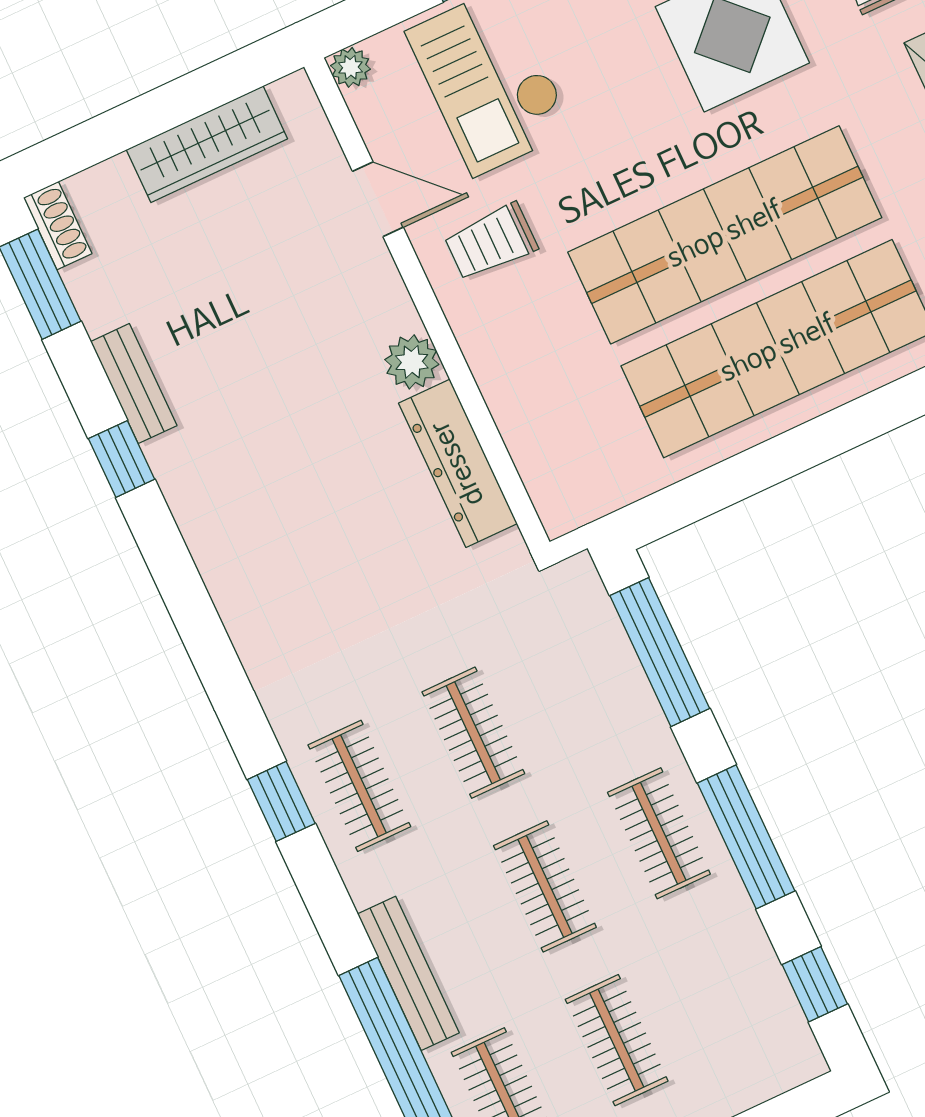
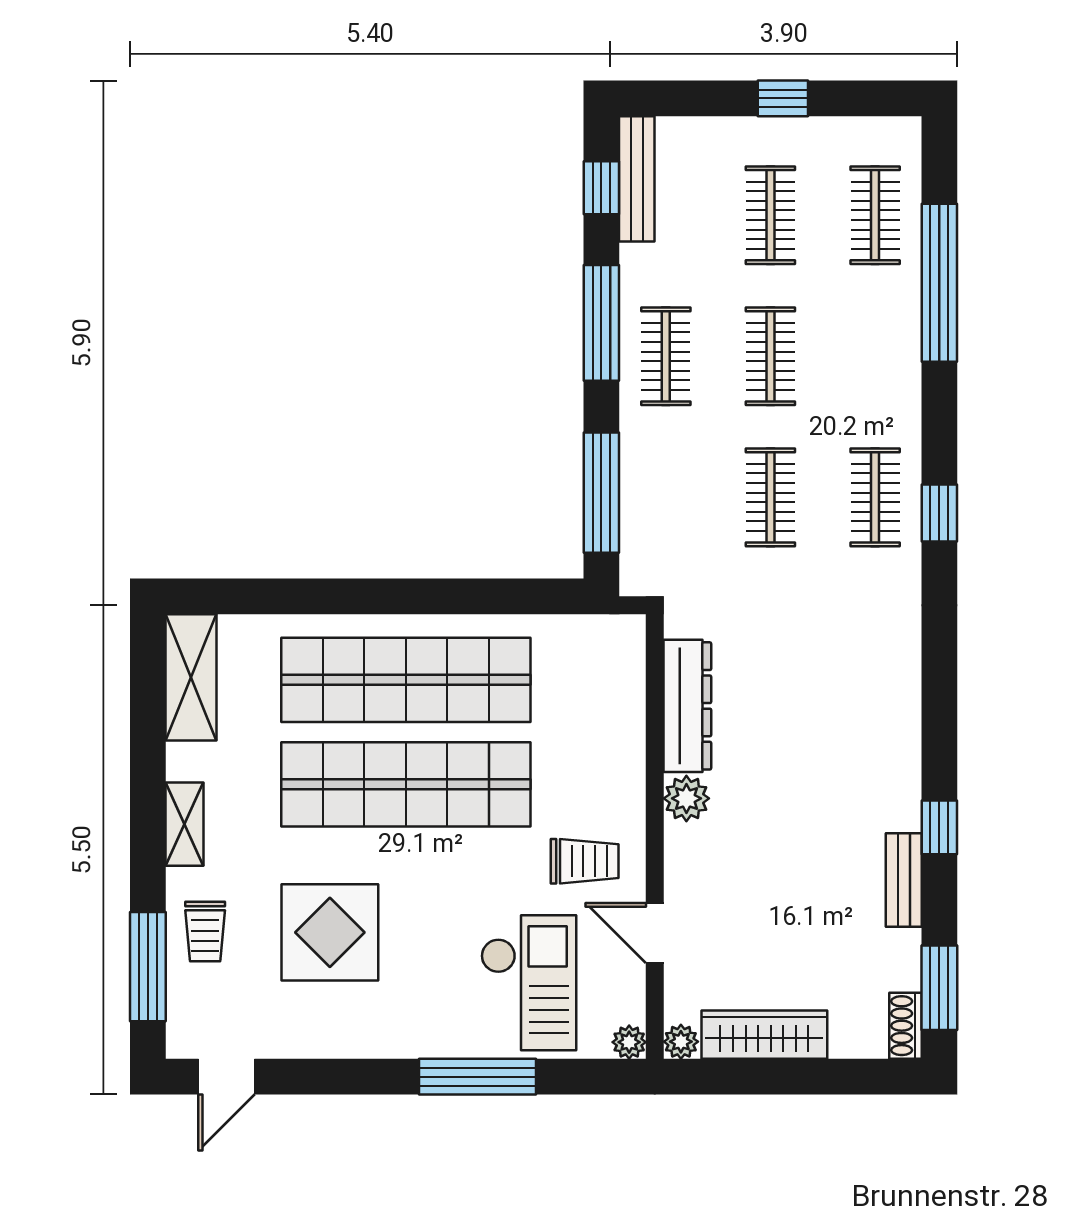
plant: (294, 94) -> (681, 1042), added
bench: (408, 973) -> (637, 179), moved

